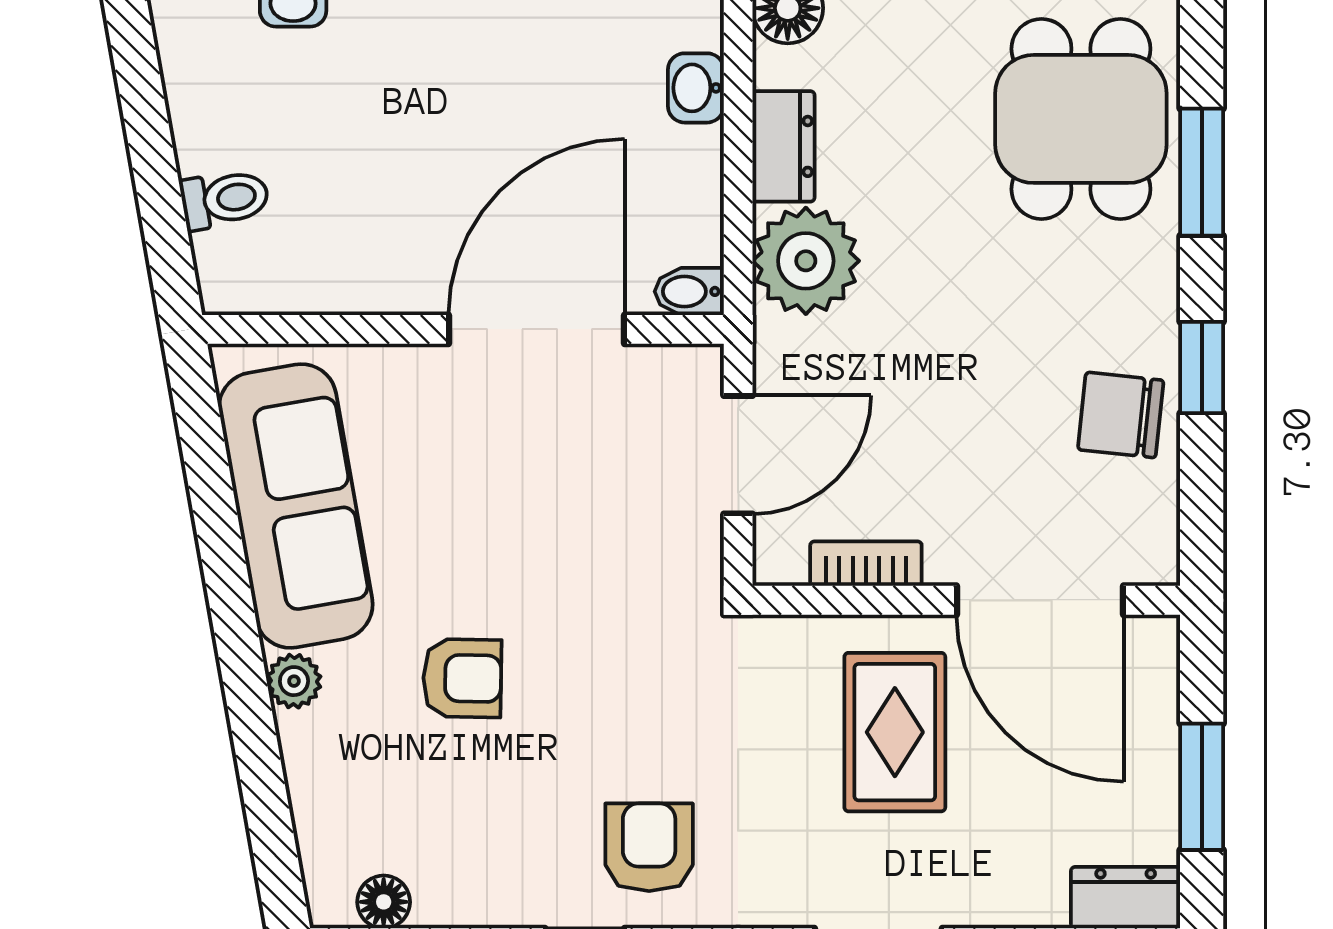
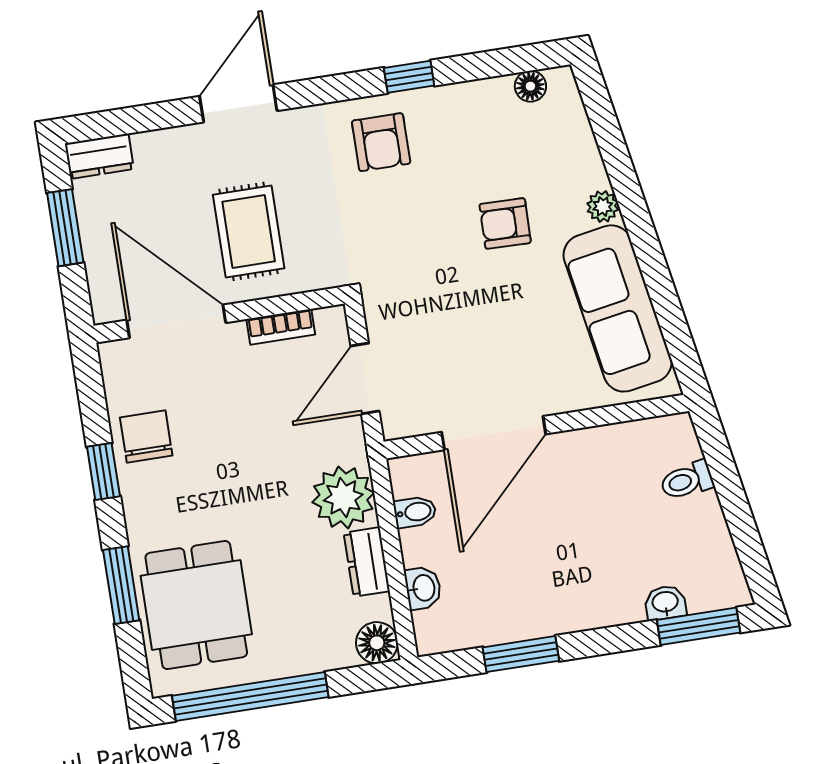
bidet: (689, 291) -> (415, 512), moved
chair: (1121, 415) -> (146, 437), turned -96

